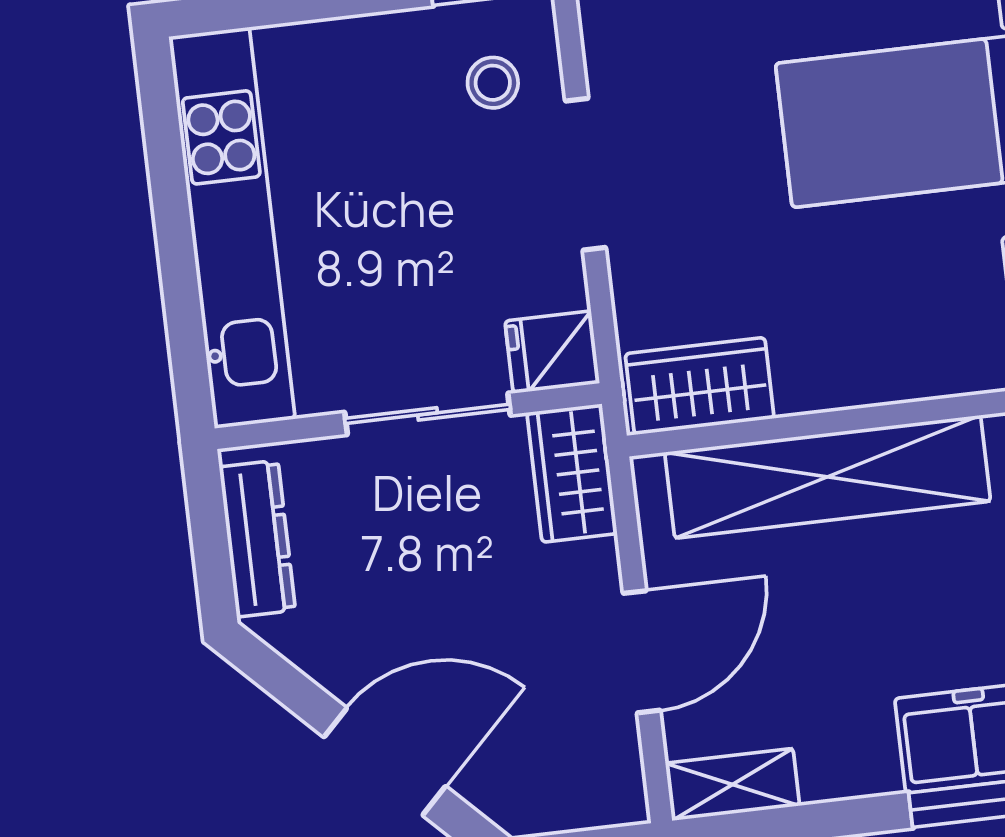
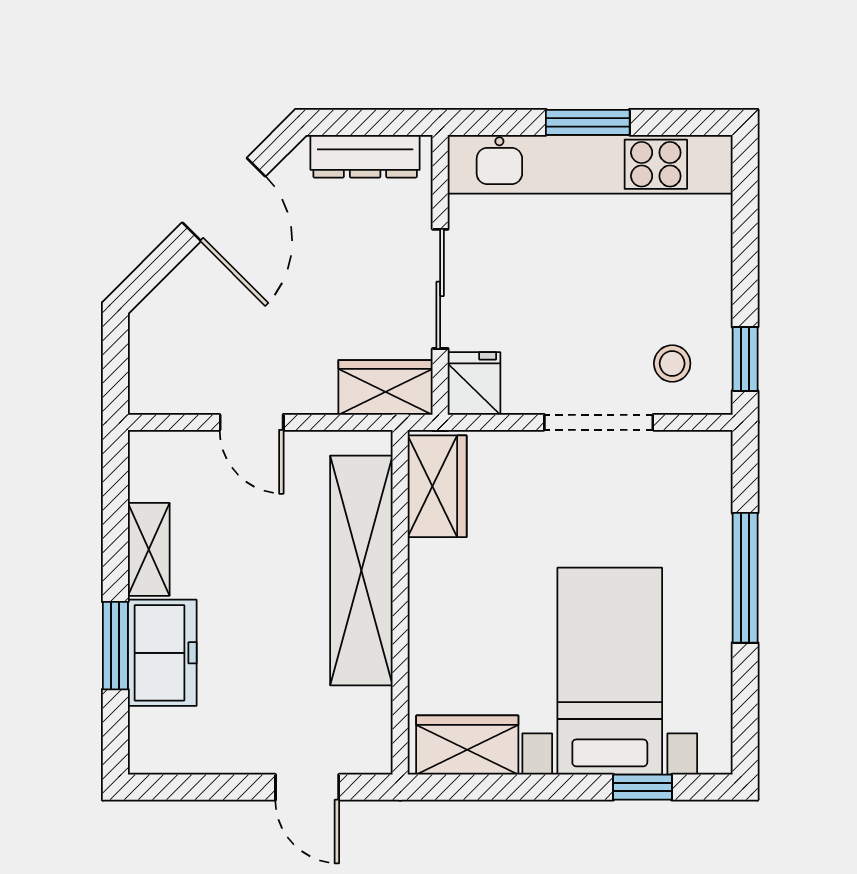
window: (175, 238) -> (588, 122), added
door: (642, 652) -> (252, 422), width x0.73
door: (385, 762) -> (224, 199), moved
shelving: (732, 785) -> (149, 549), moved

